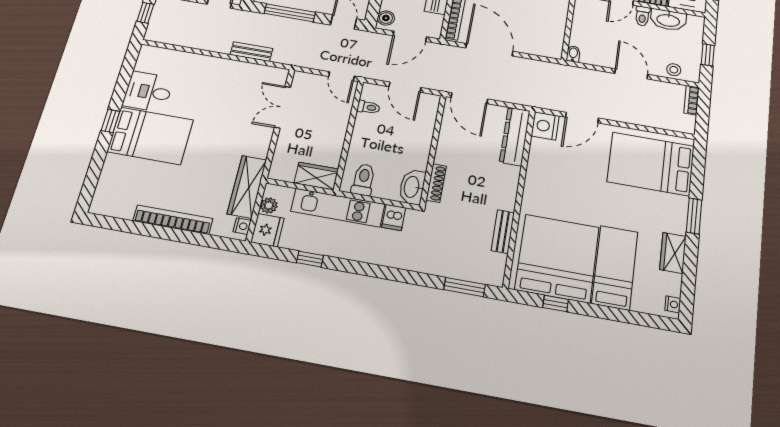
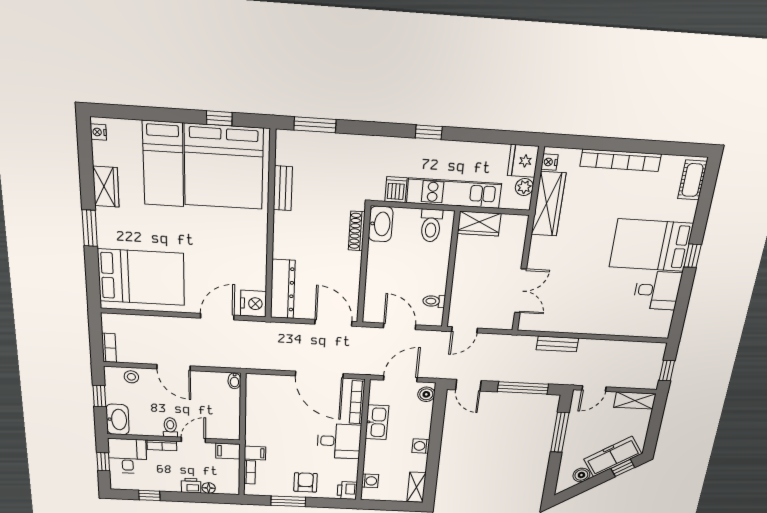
washbasin: (668, 20) -> (117, 419), moved, turned 90
door: (341, 76) -> (464, 330), swing flipped
cot: (105, 193) -> (692, 180), added
window: (310, 259) -> (429, 132), moved

